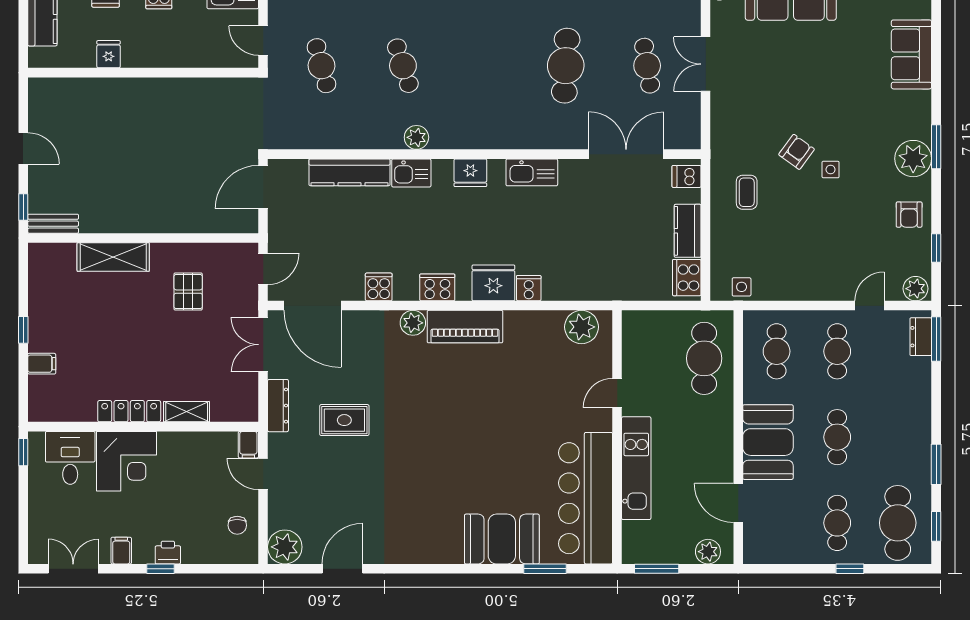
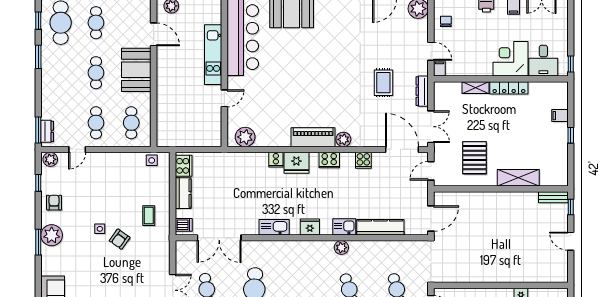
pallet: (188, 292) -> (475, 158), width x1.50, depth x1.42
cafe table: (704, 358) -> (174, 119), removed
rug: (344, 420) -> (383, 83), turned 90

